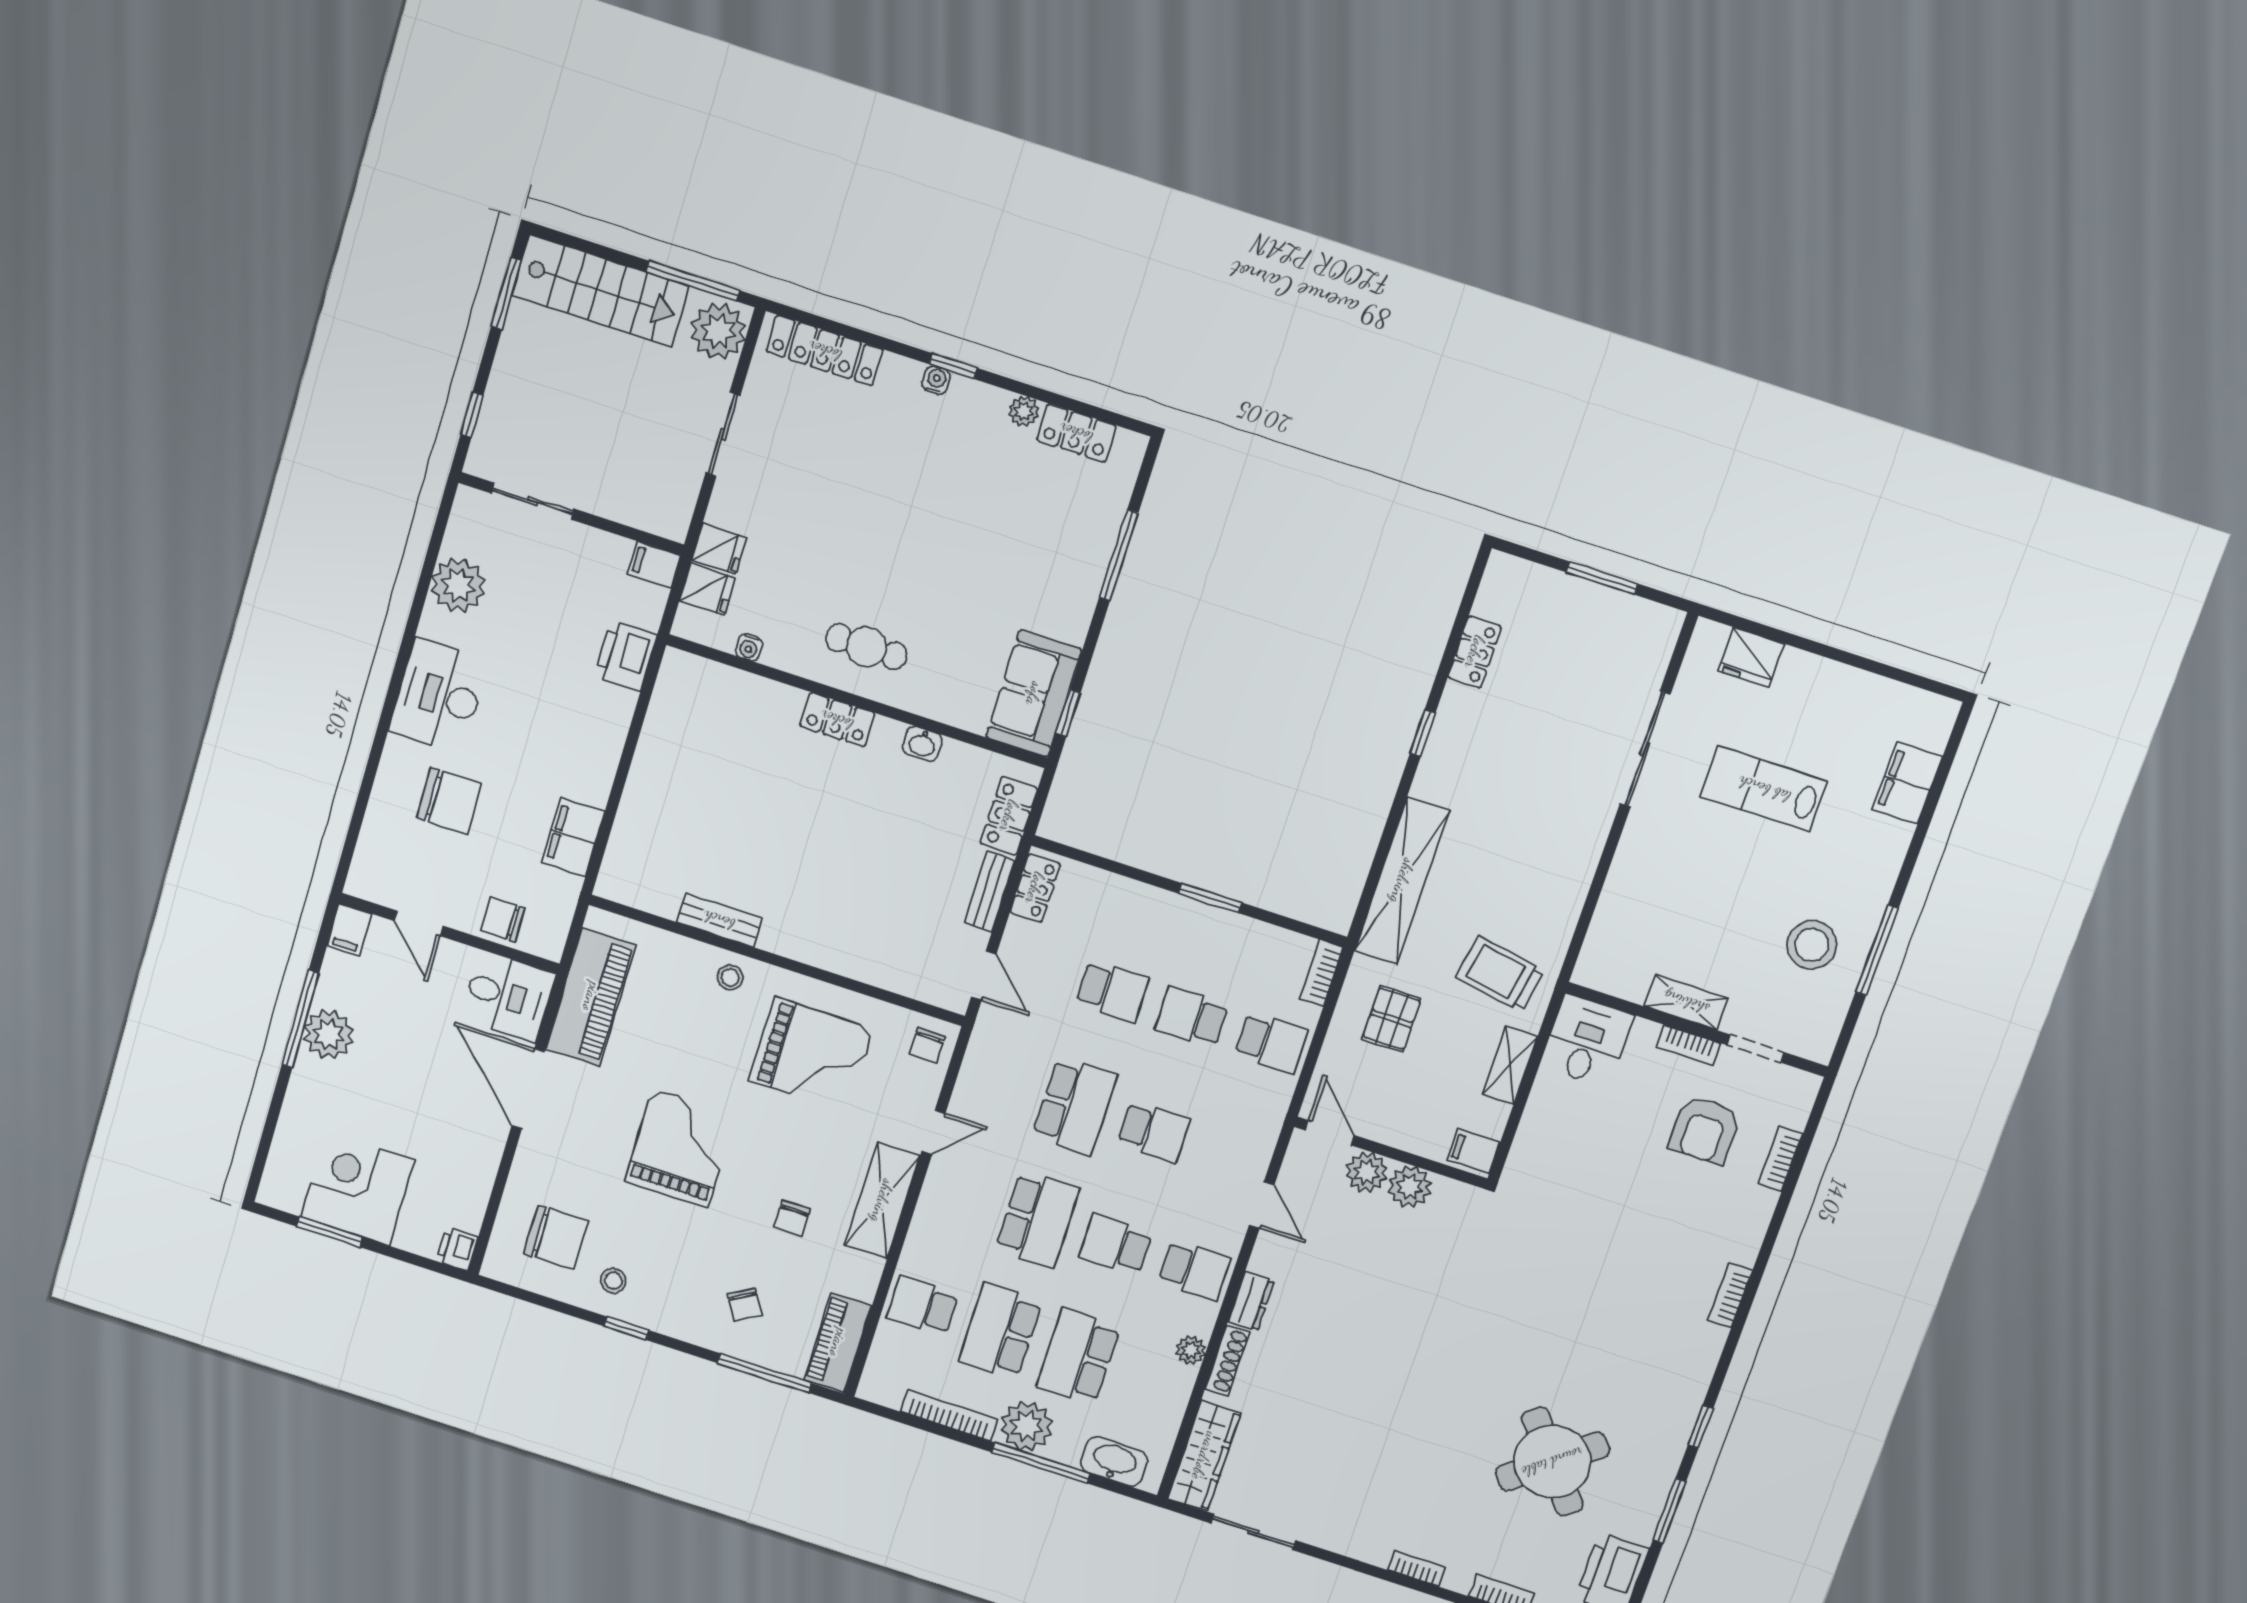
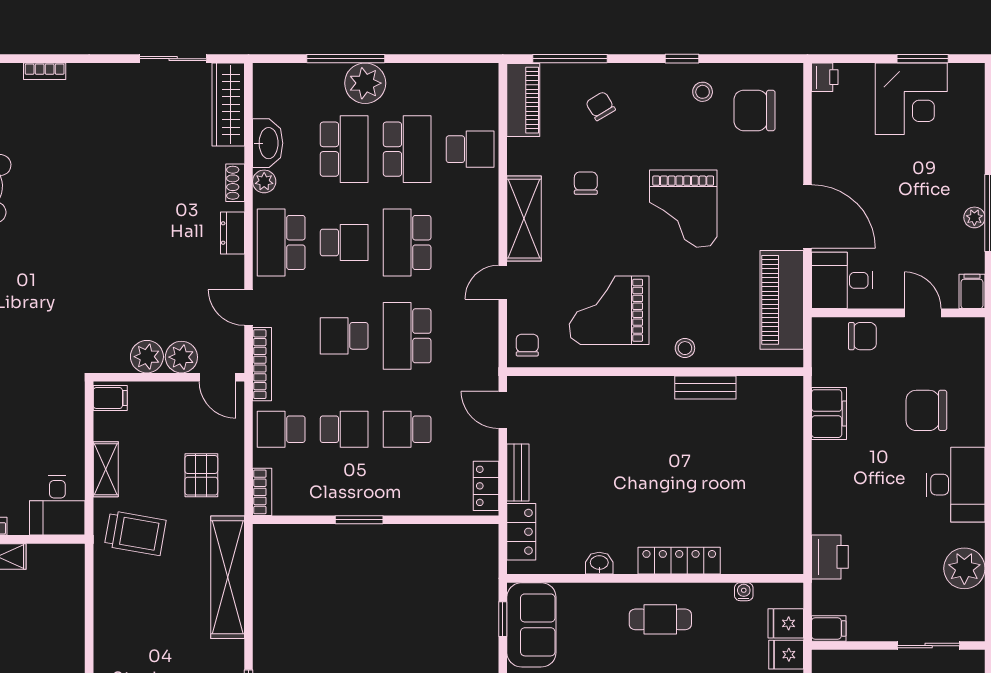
locker: (837, 720) -> (679, 561), width x1.53
plant: (329, 1034) -> (974, 217), width x0.53, depth x0.53
school desk: (1194, 1270) -> (281, 242), width x1.85
shoe rack: (1227, 1360) -> (235, 183), width x0.70
bookcase: (949, 1415) -> (262, 364), moved, turned -90
washbasin: (1114, 1462) -> (268, 143), moved, turned -90

